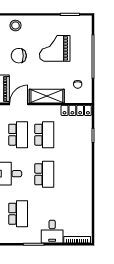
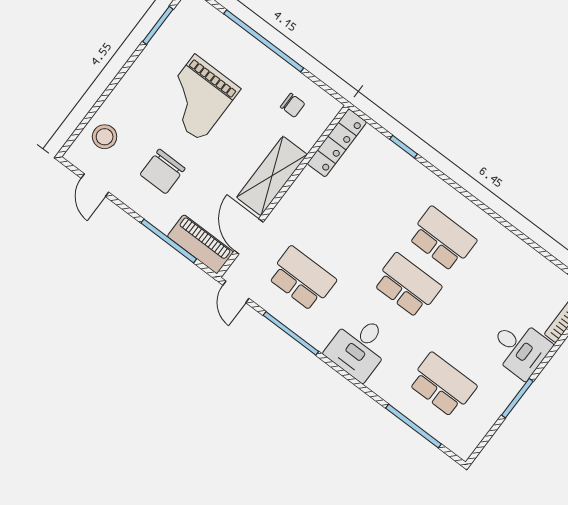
school desk: (44, 135) -> (442, 239), moved

